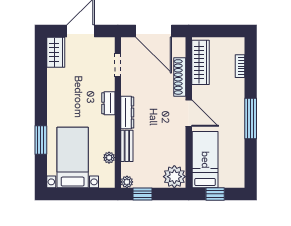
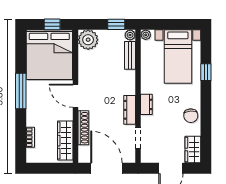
chair: (58, 91) -> (191, 116), added
dresser: (127, 113) -> (130, 110), moved
window: (41, 140) -> (206, 72), width x0.67
bench: (127, 146) -> (130, 55), moved
plant: (109, 158) -> (146, 35), moved
bed: (205, 160) -> (49, 55), width x2.04

